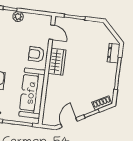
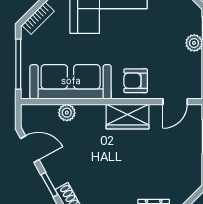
armchair: (36, 54) -> (136, 81), turned -90
plant: (50, 98) -> (67, 113), added

